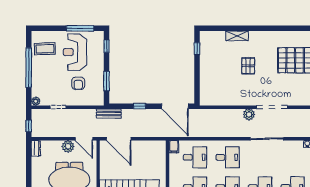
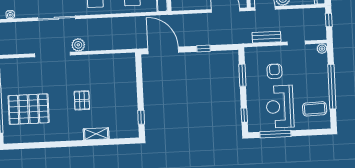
reception desk: (75, 52) -> (280, 107), turned 180
bench: (109, 113) -> (266, 37), moved

